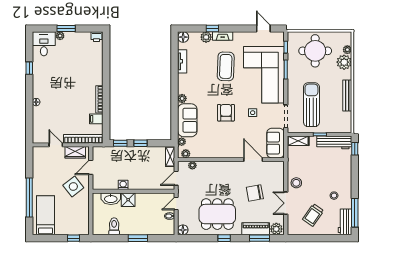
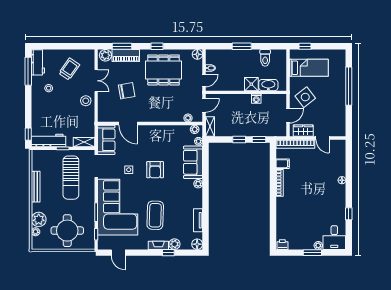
bed: (46, 215) -> (309, 68), moved, turned -90

